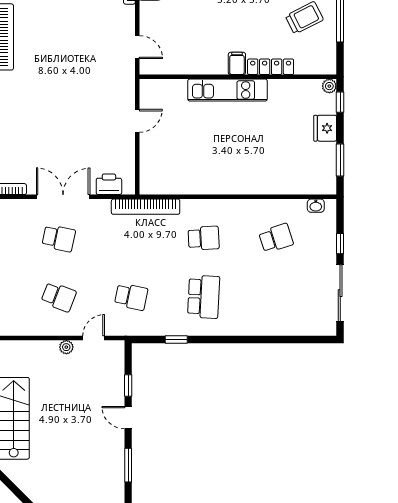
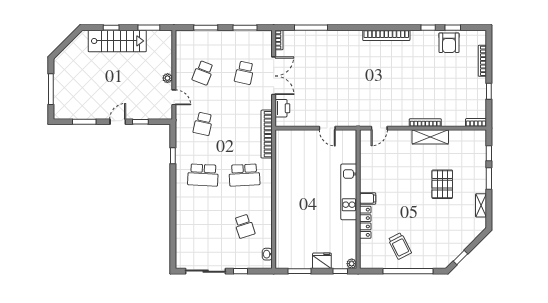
school desk: (204, 238) -> (244, 175), width x1.85

